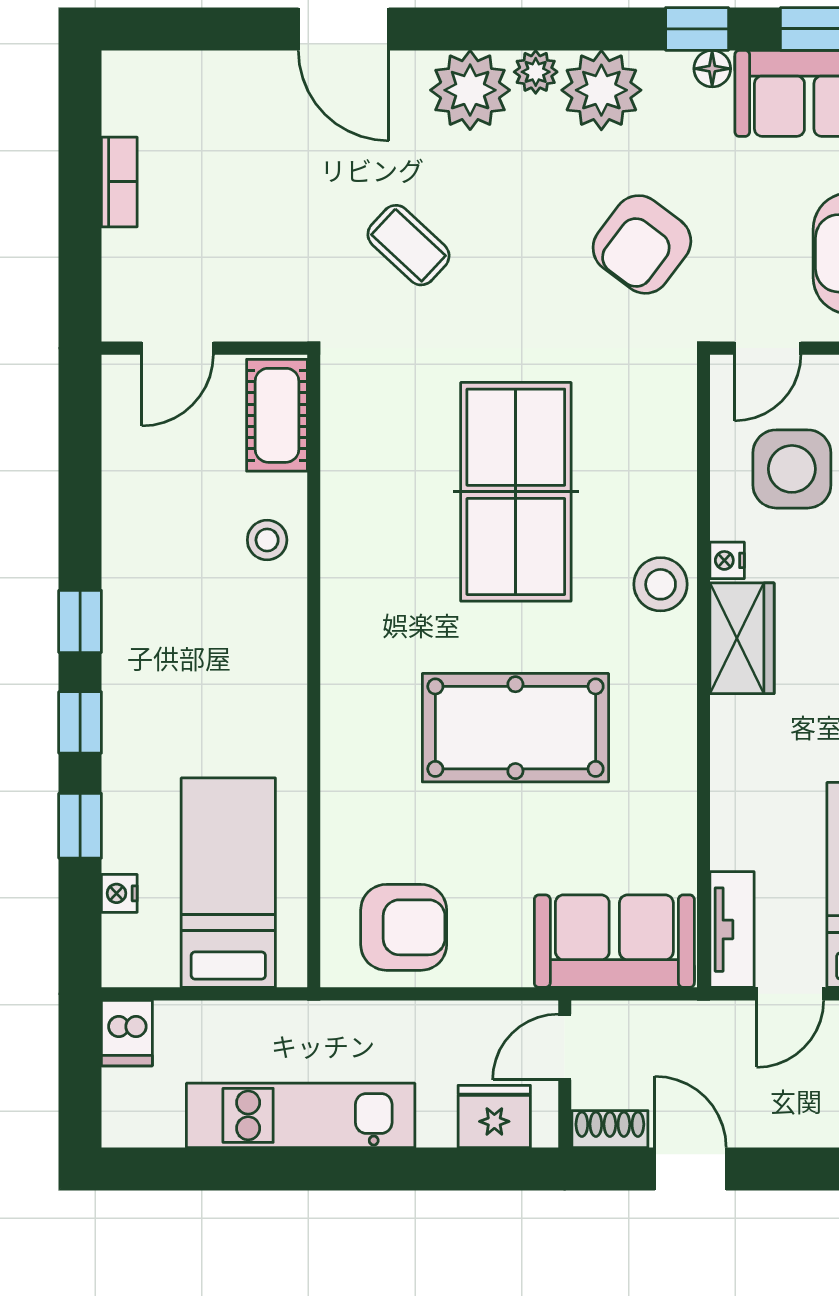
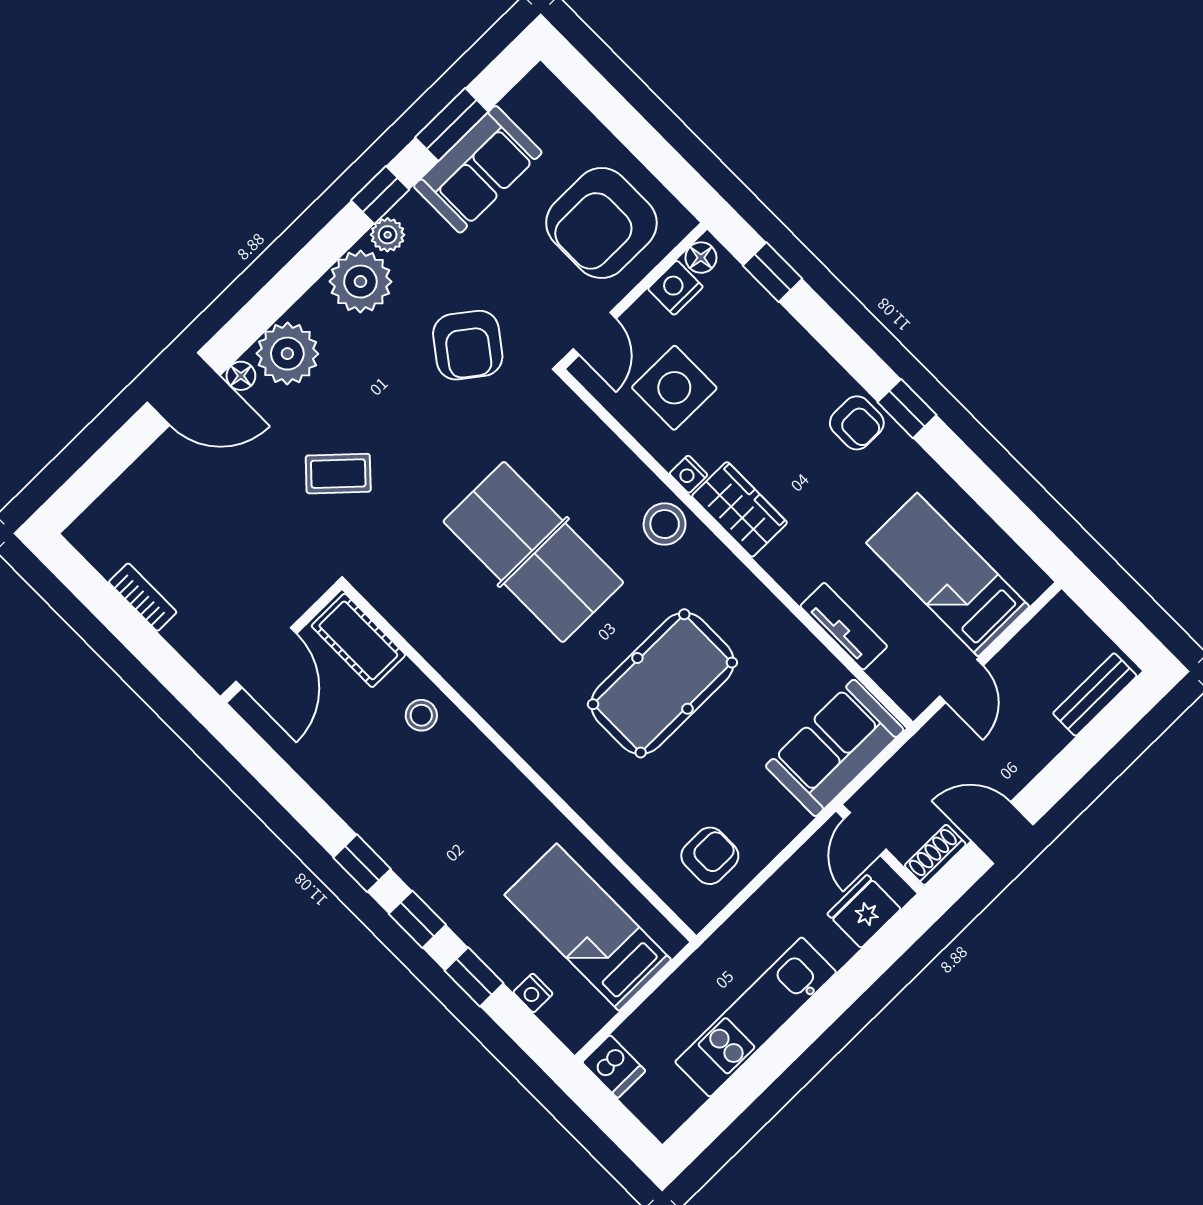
floor lamp: (712, 69) -> (241, 376), moved
plant: (536, 72) -> (388, 235), moved
door: (178, 348) -> (266, 658), width x1.38
armchair: (404, 927) -> (710, 856), width x0.72, depth x0.72
tv unit: (732, 930) -> (844, 626), moved

